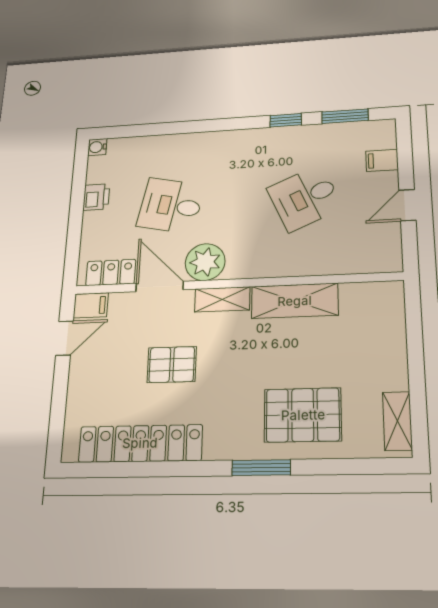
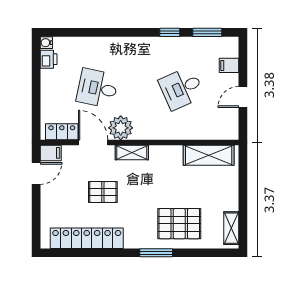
printer: (96, 197) -> (49, 59), moved
shelving: (295, 301) -> (209, 155), moved

